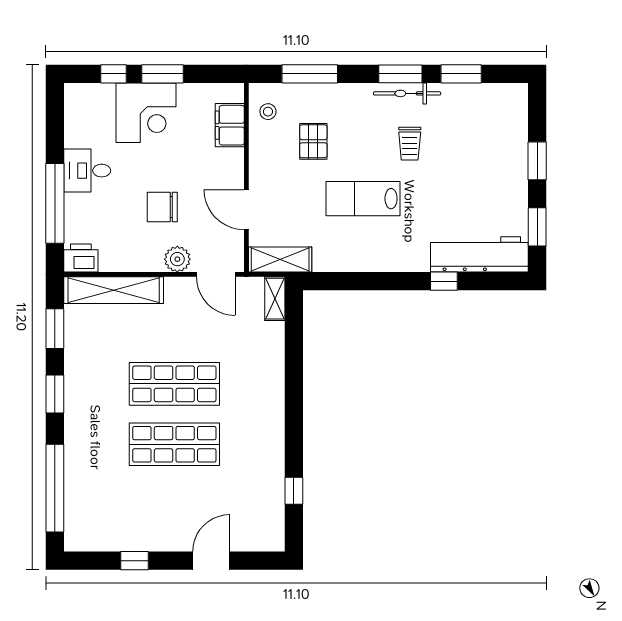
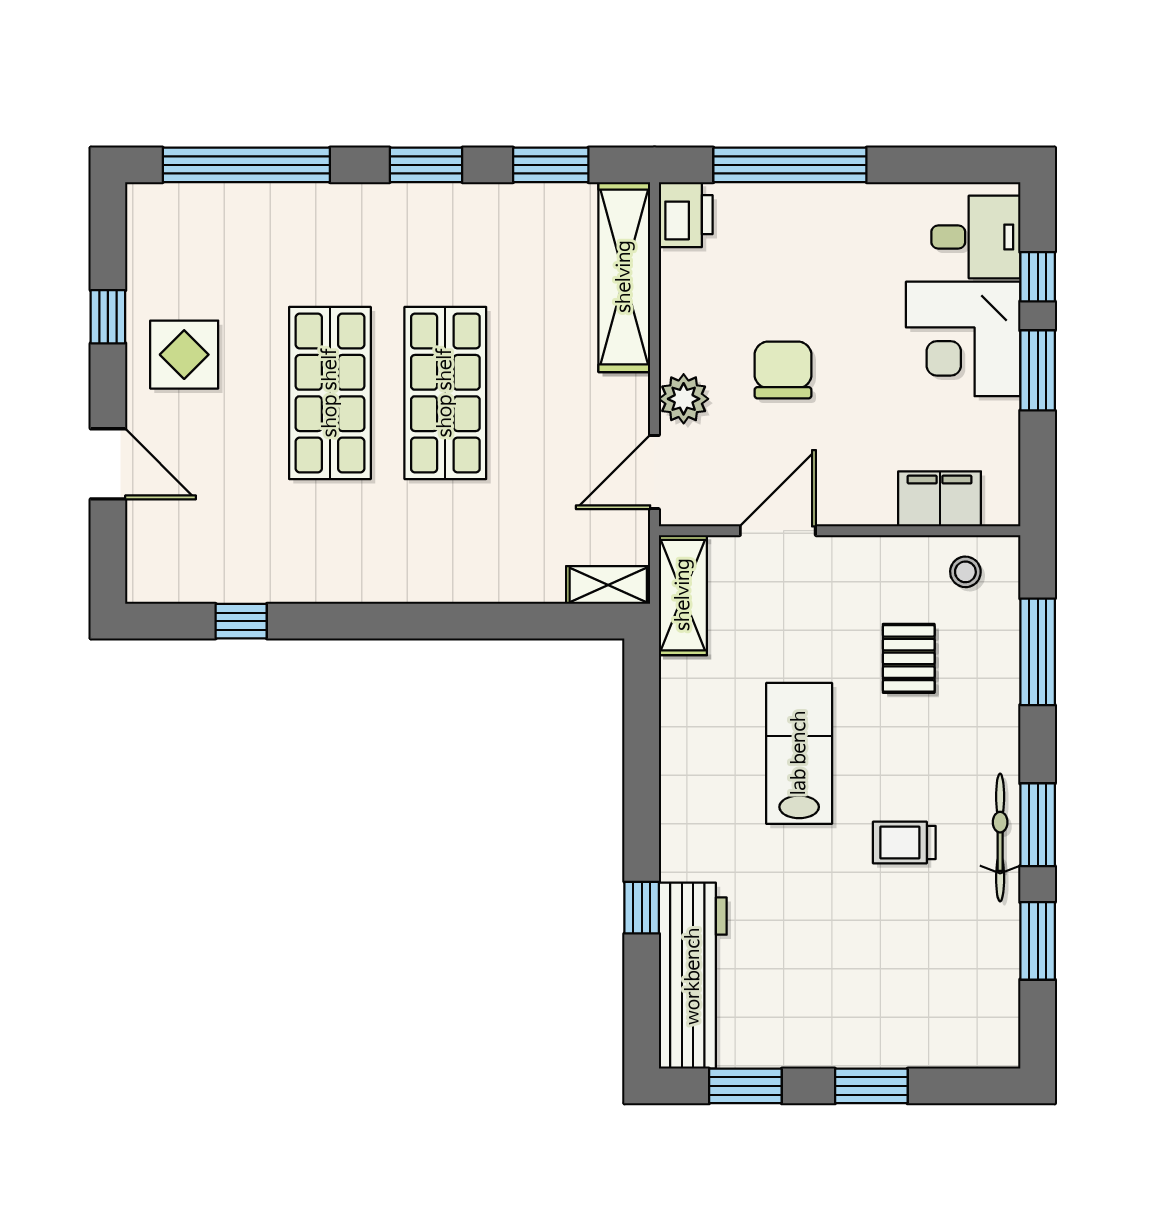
pallet: (313, 141) -> (909, 658), turned 90
desk: (87, 171) -> (976, 237), moved, turned 90
display table: (154, 521) -> (184, 355), added

